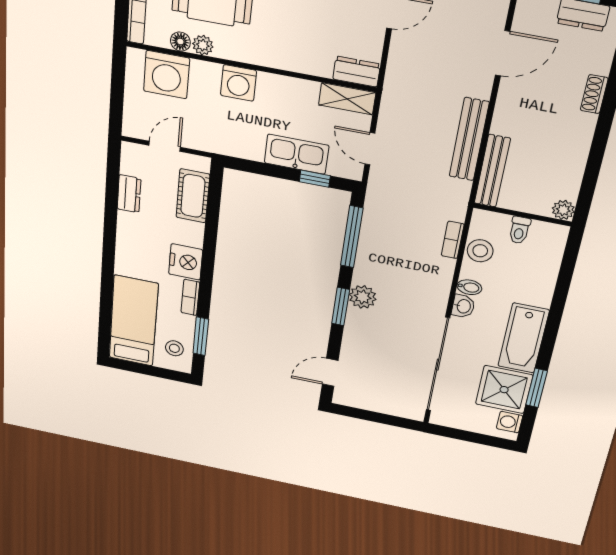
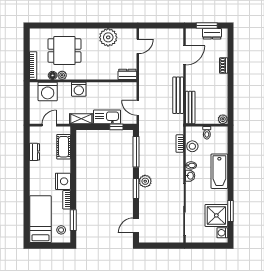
shelving: (347, 99) -> (81, 119), moved
bathtub: (523, 338) -> (219, 171), moved

